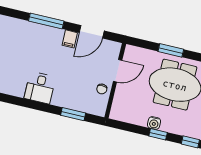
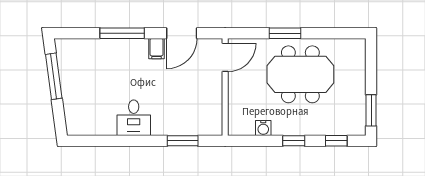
door: (118, 71) -> (225, 57), moved
chair: (102, 89) -> (211, 101), removed
water cooler: (154, 123) -> (263, 128), moved

